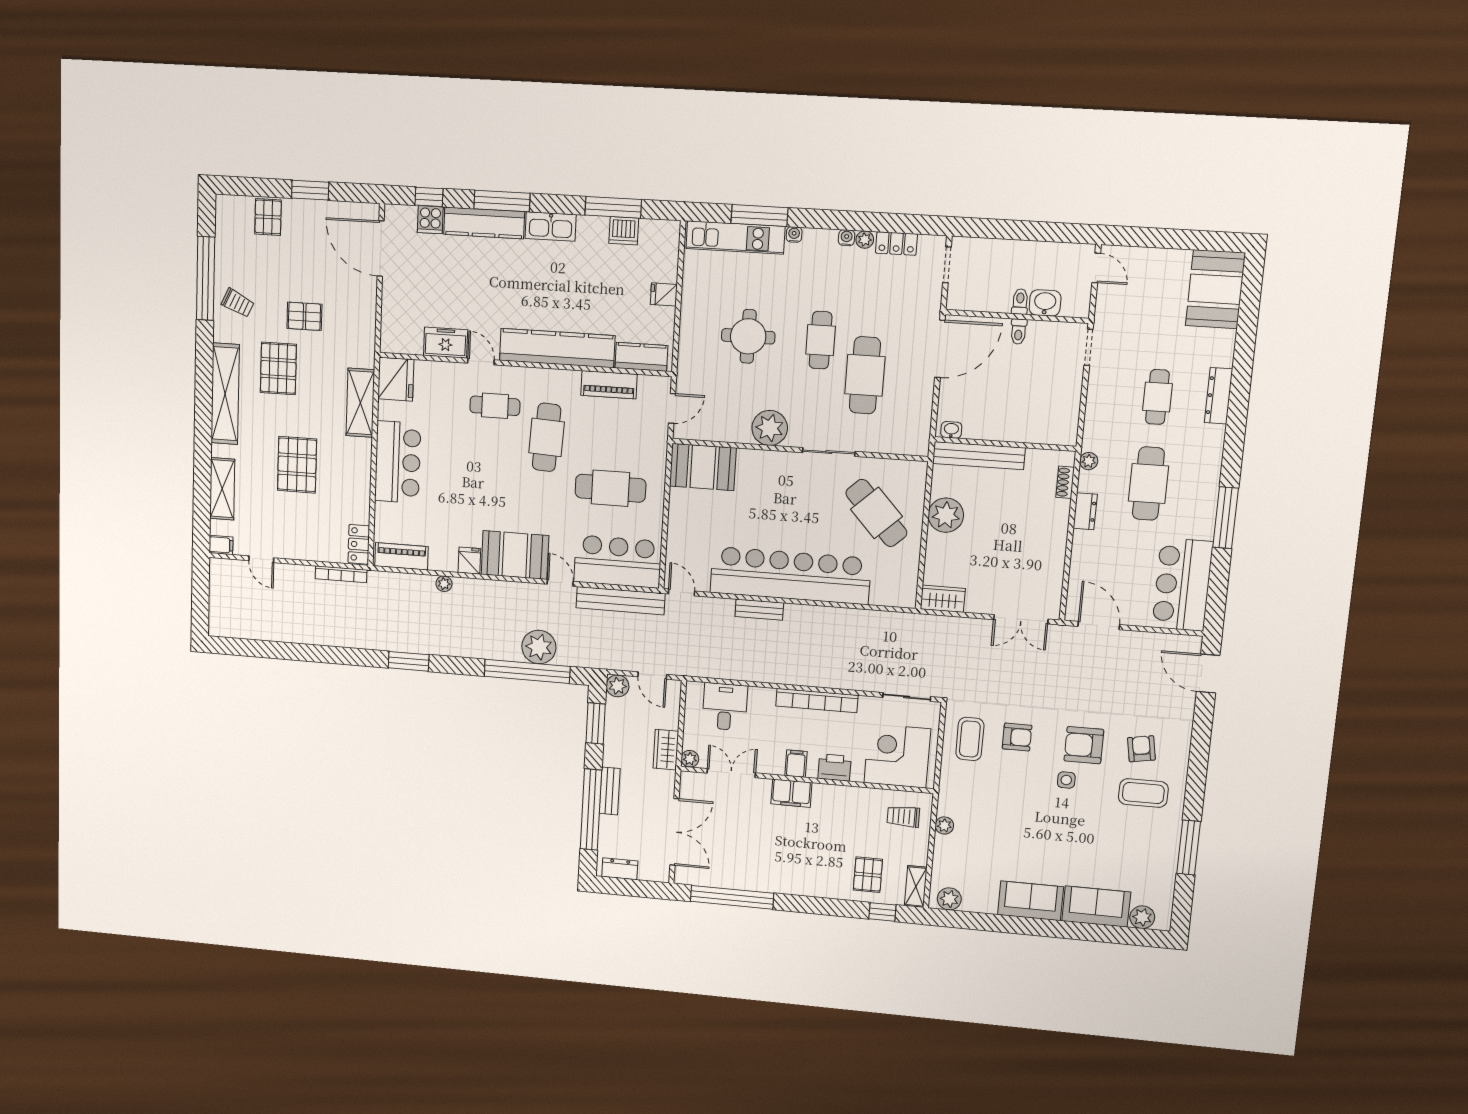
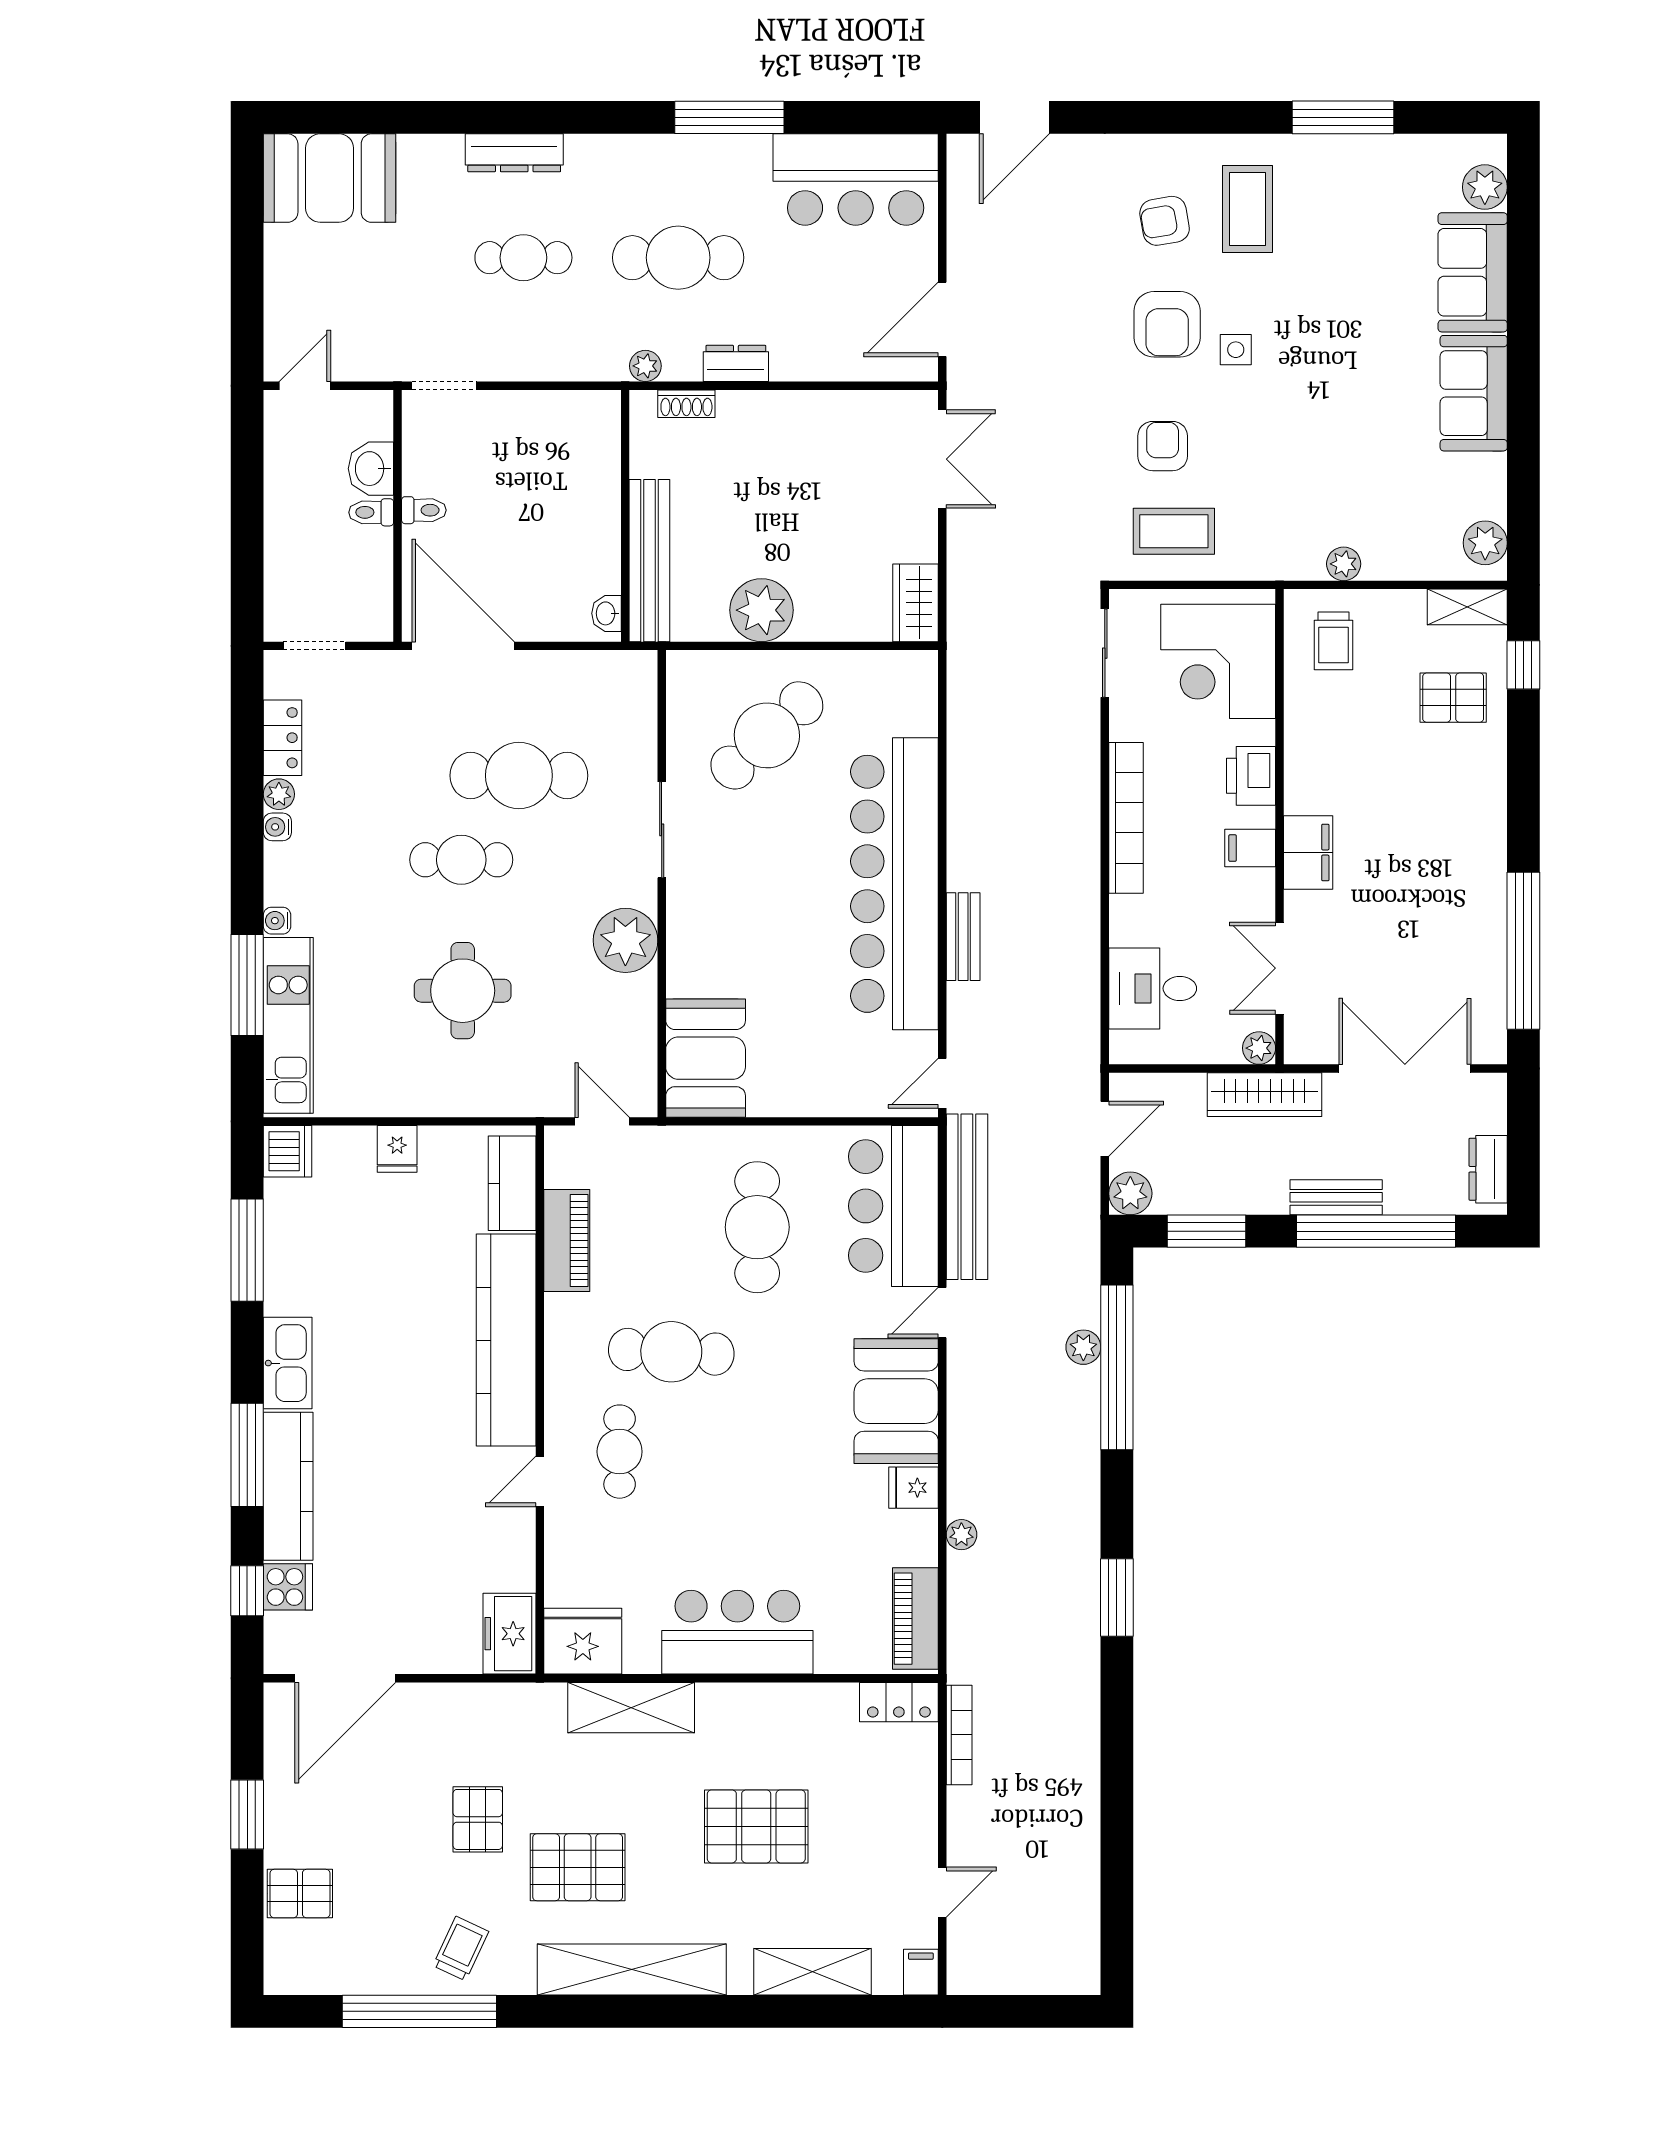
dishwasher: (624, 231) -> (288, 1151), moved
freezer: (445, 343) -> (509, 1634), moved
plant: (539, 647) -> (1083, 1347), width x0.53, depth x0.53
wardrobe: (666, 750) -> (1264, 1095), width x1.50

